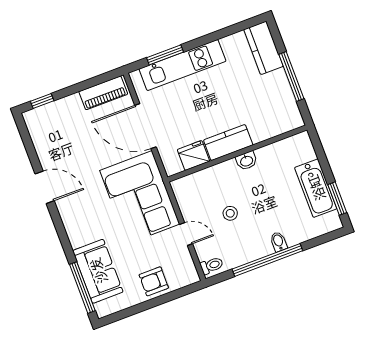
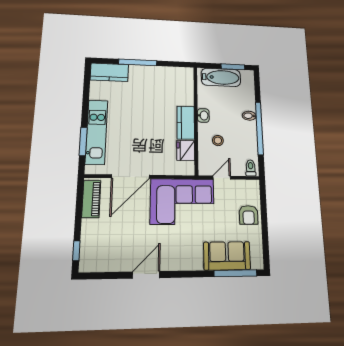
kitchen counter: (228, 143) -> (186, 123), moved
wall: (237, 154) -> (196, 120), moved
fridge: (193, 155) -> (186, 150), moved
washbasin: (246, 161) -> (203, 115), moved

